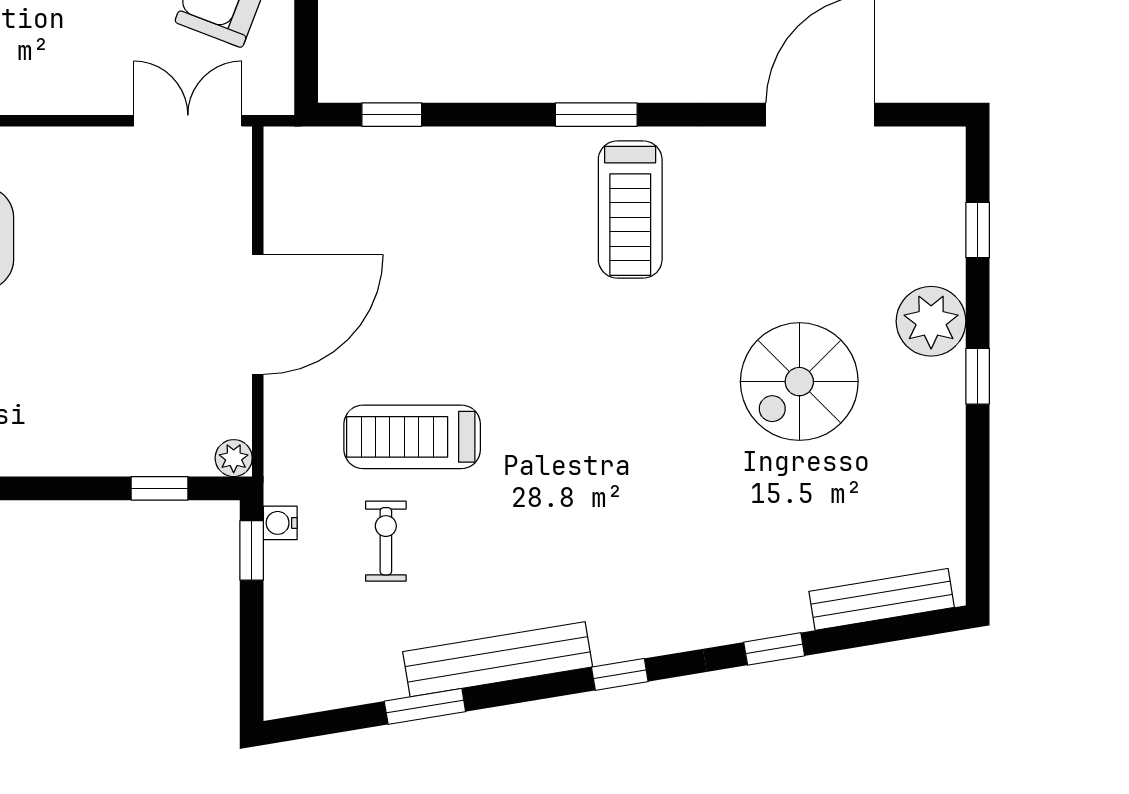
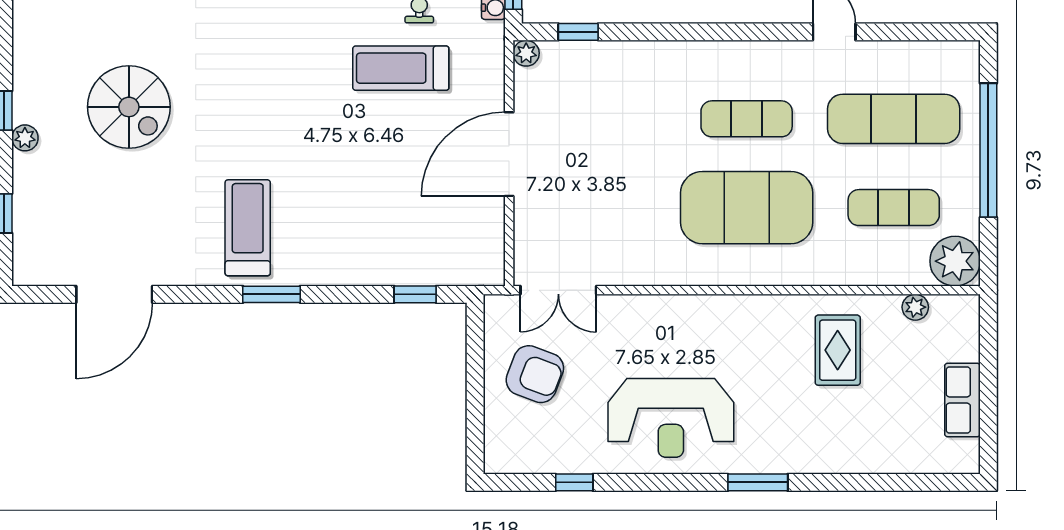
plant: (931, 321) -> (25, 138), width x0.53, depth x0.53
spiral stairs: (799, 382) -> (129, 107), turned 90
treadmill: (412, 437) -> (401, 68), turned 180

